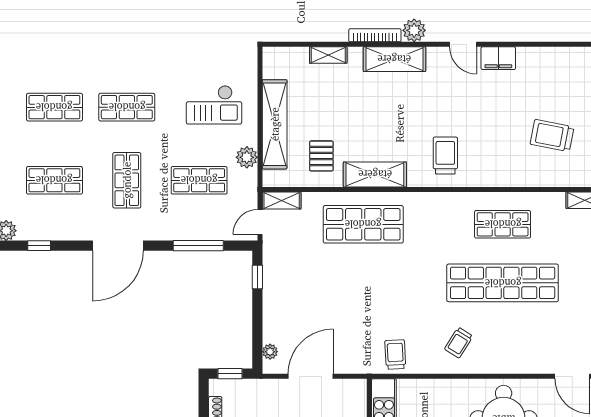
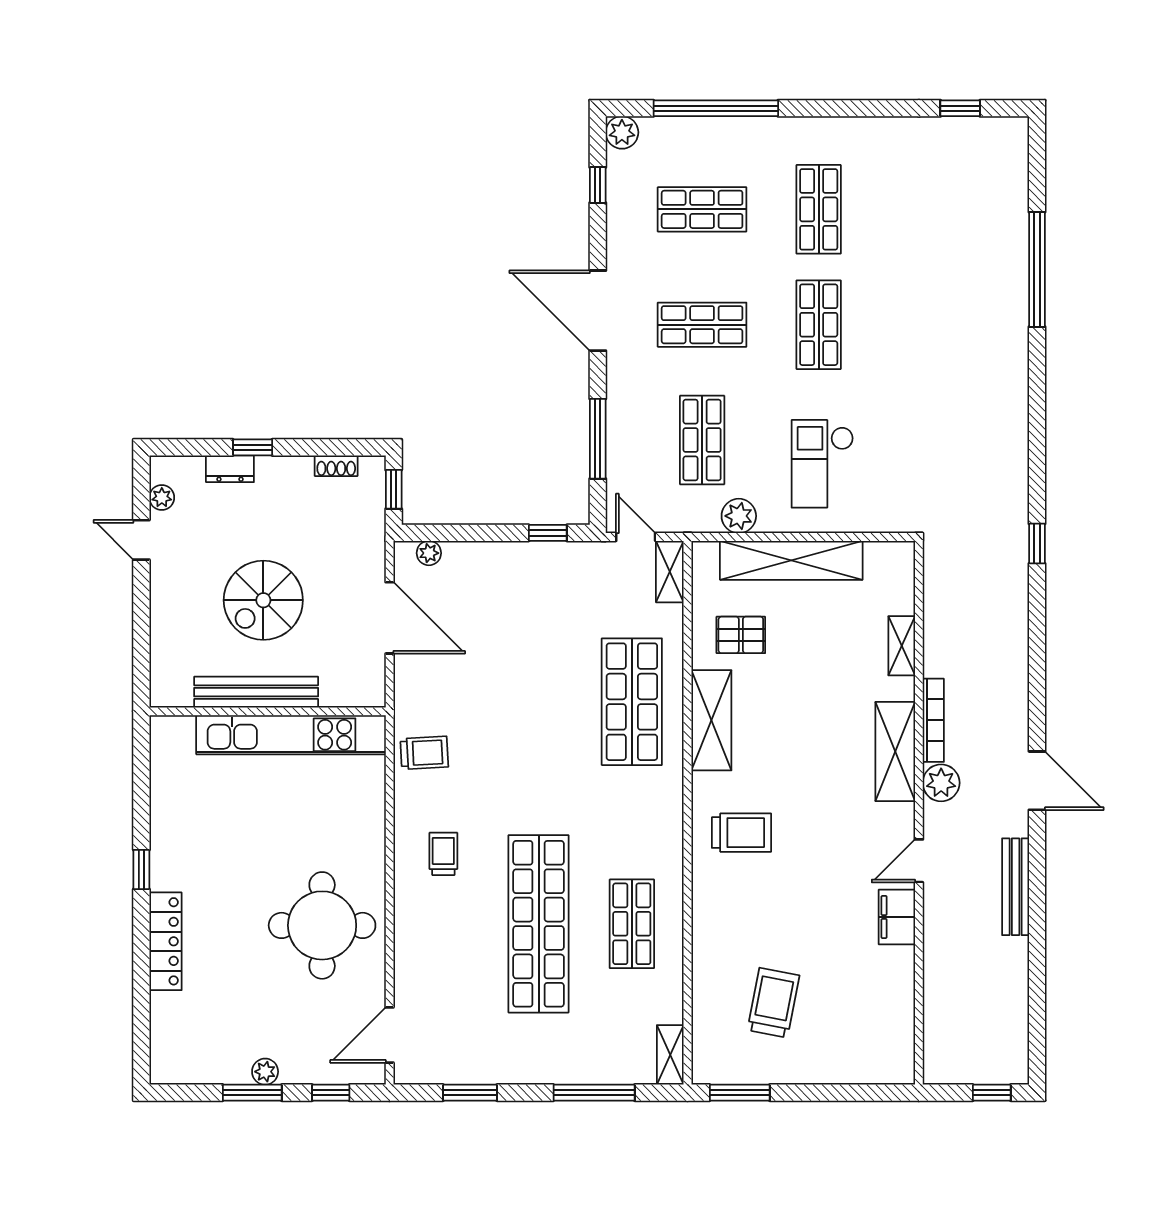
shop shelf: (54, 180) -> (702, 209), turned 90
trolley: (459, 343) -> (443, 854), turned 58

